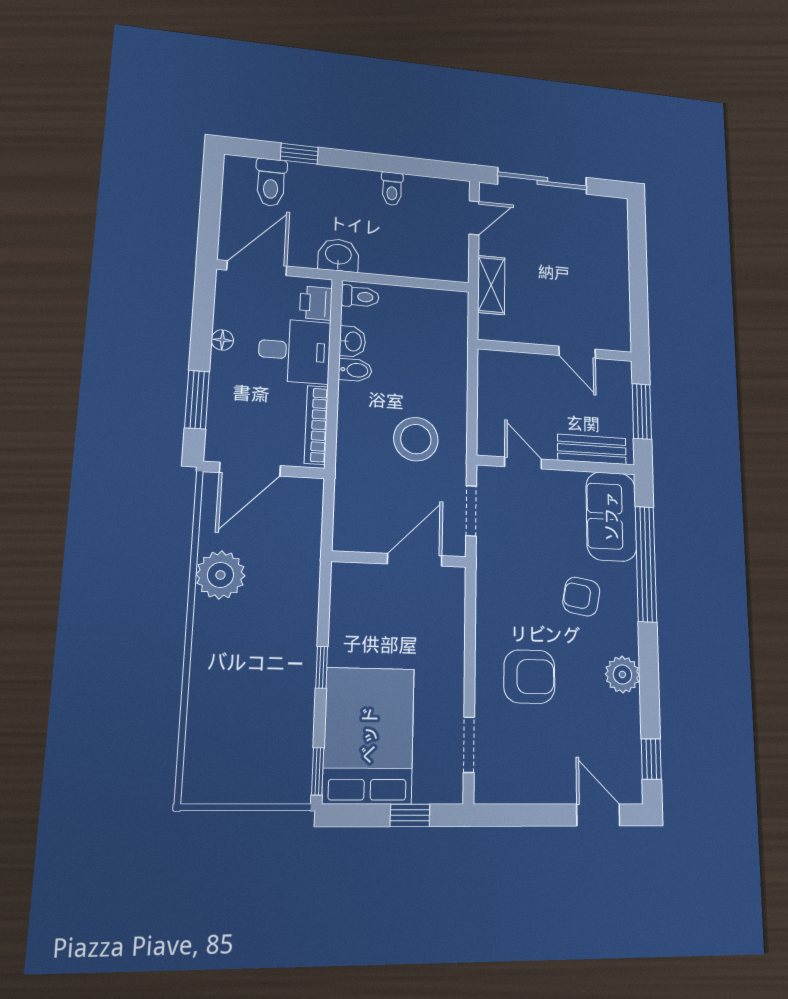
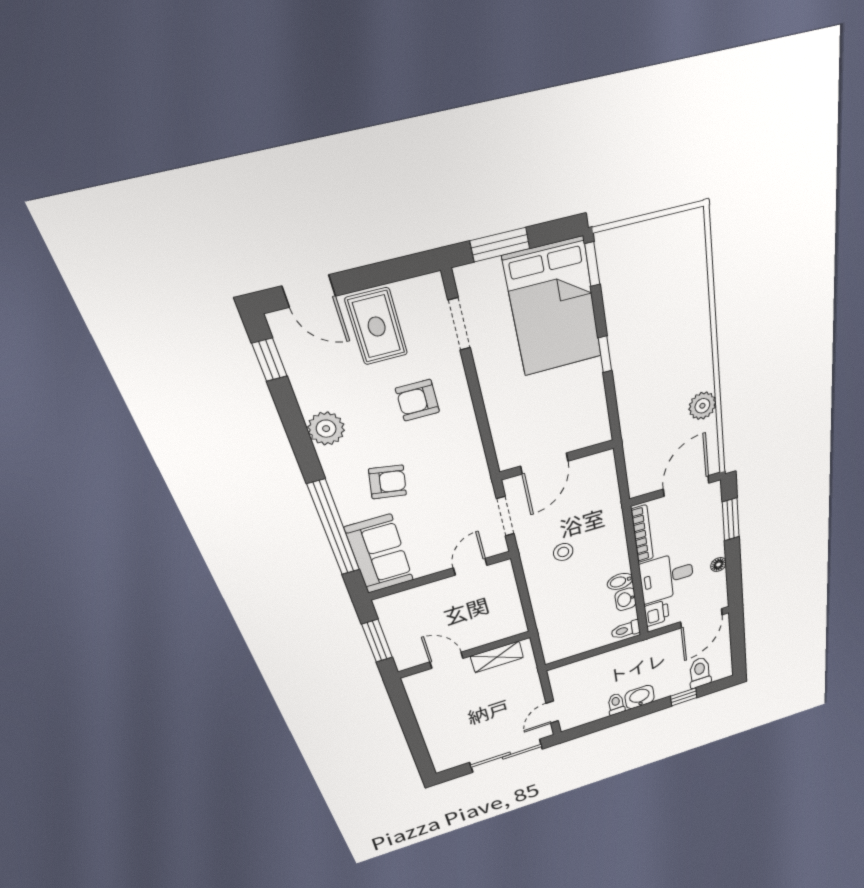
washbasin: (338, 255) -> (640, 697), moved, turned 180
shelving: (491, 285) -> (497, 657), moved, turned 90
stool: (416, 439) -> (563, 552), width x0.53, depth x0.53
bench: (592, 449) -> (413, 598), removed
door: (523, 463) -> (470, 567), swing flipped
plant: (220, 575) -> (702, 406), width x0.73, depth x0.73
armchair: (529, 677) -> (417, 400), width x0.72, depth x0.72
rug: (548, 764) -> (377, 327), added
window: (410, 815) -> (500, 245), width x1.50

